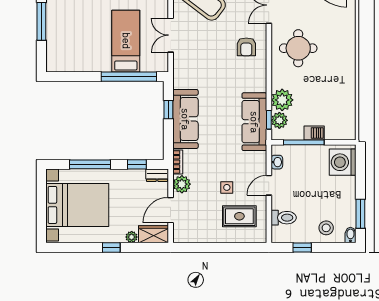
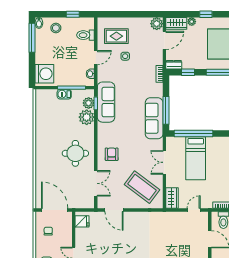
double door: (171, 35) -> (164, 162), swing flipped
window: (168, 110) -> (166, 110), width x2.17
sofa: (185, 119) -> (154, 118), moved
plant: (182, 184) -> (157, 24), moved
window: (360, 214) -> (32, 38), width x1.44

